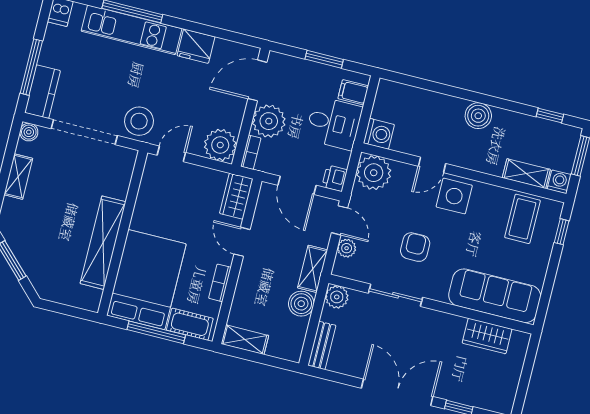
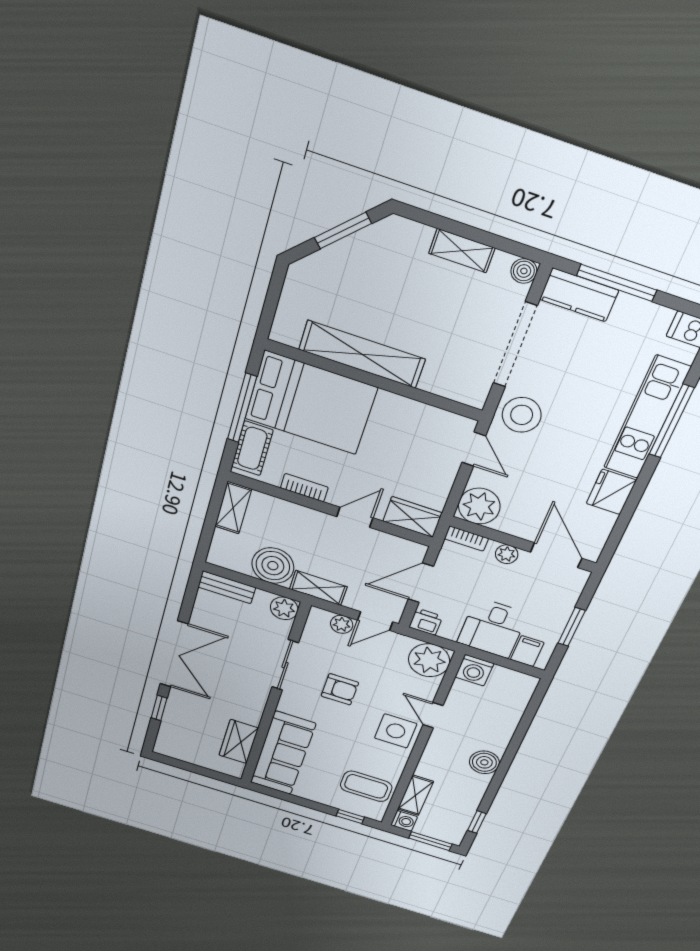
plant: (269, 121) -> (507, 554), width x0.53, depth x0.53
boiler: (301, 304) -> (273, 566), width x1.37, depth x1.37

